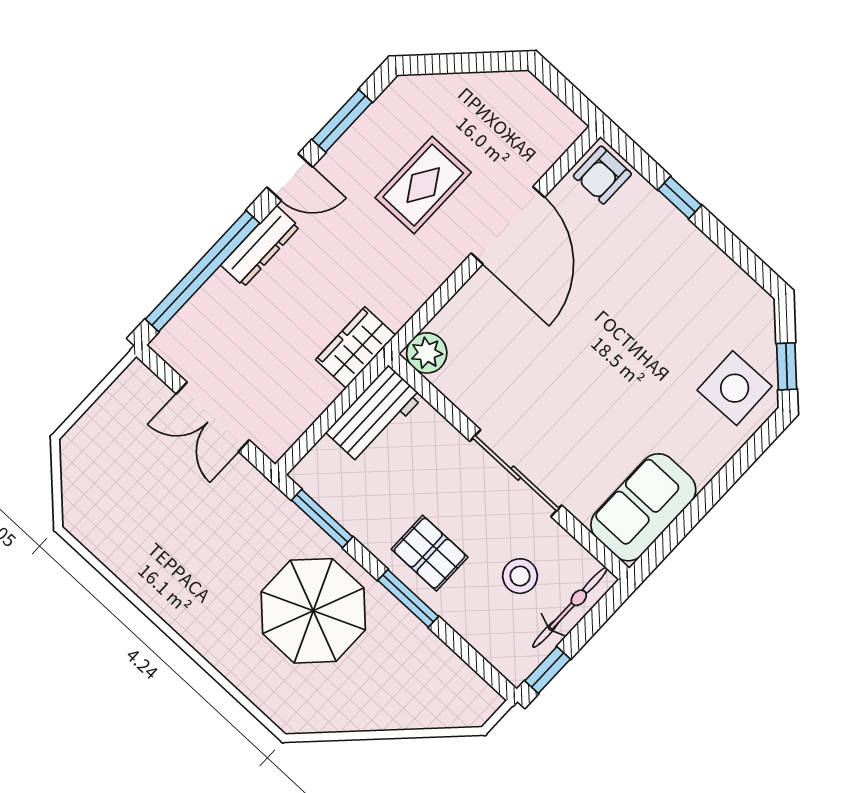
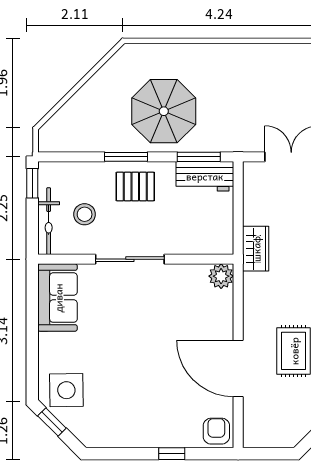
workbench: (374, 415) -> (205, 176), moved, turned -90

